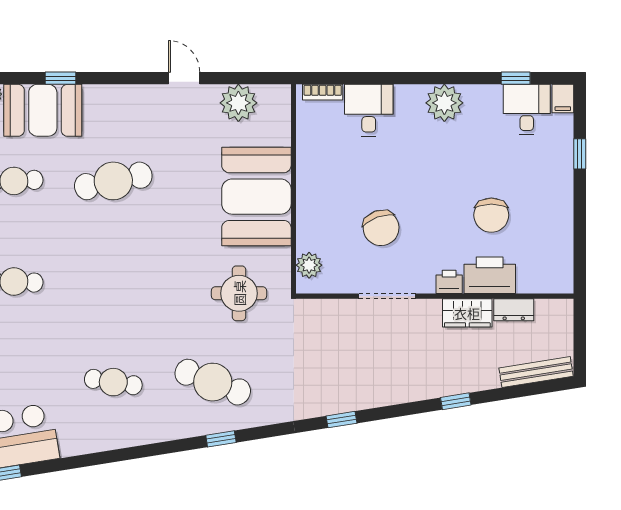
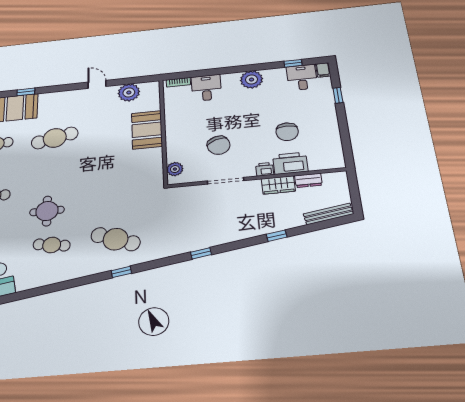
booth: (256, 197) -> (147, 130), width x0.73, depth x0.70
round table: (239, 293) -> (47, 211), moved

